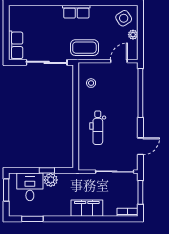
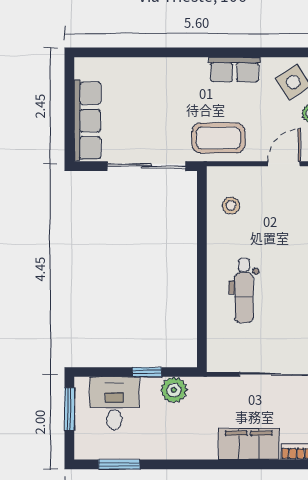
row of seats: (76, 12) -> (235, 70), moved
row of seats: (16, 45) -> (87, 121), width x1.48
plant: (51, 180) -> (174, 390), moved
filing cabinet: (87, 208) -> (249, 444), moved

